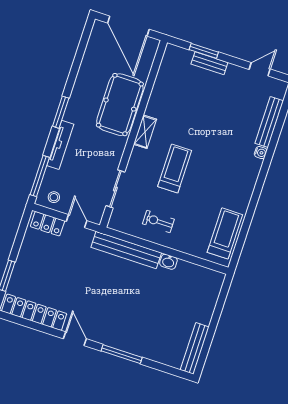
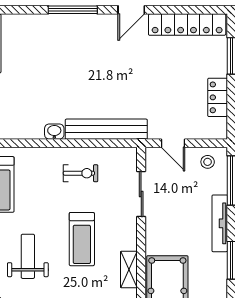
weight bench: (222, 169) -> (28, 256), added
locker: (47, 224) -> (218, 97), moved, turned -90
door: (75, 339) -> (131, 10), hinge flipped

